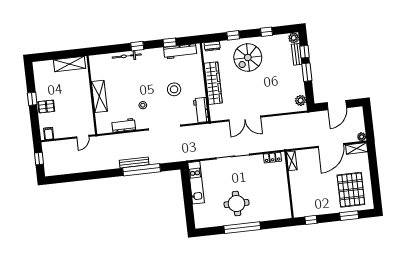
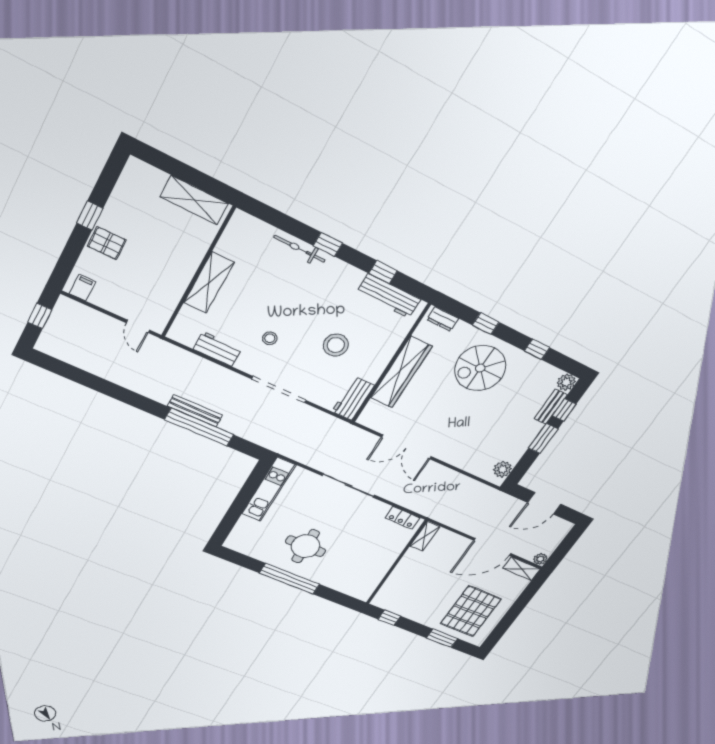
door: (83, 137) -> (138, 326), hinge flipped

